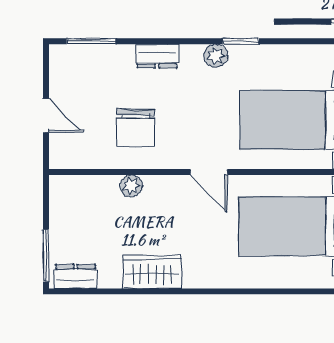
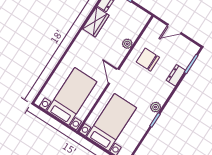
dresser: (157, 56) -> (176, 75), moved
door: (209, 172) -> (114, 76), hinge flipped
wardrobe: (152, 272) -> (96, 22), moved

